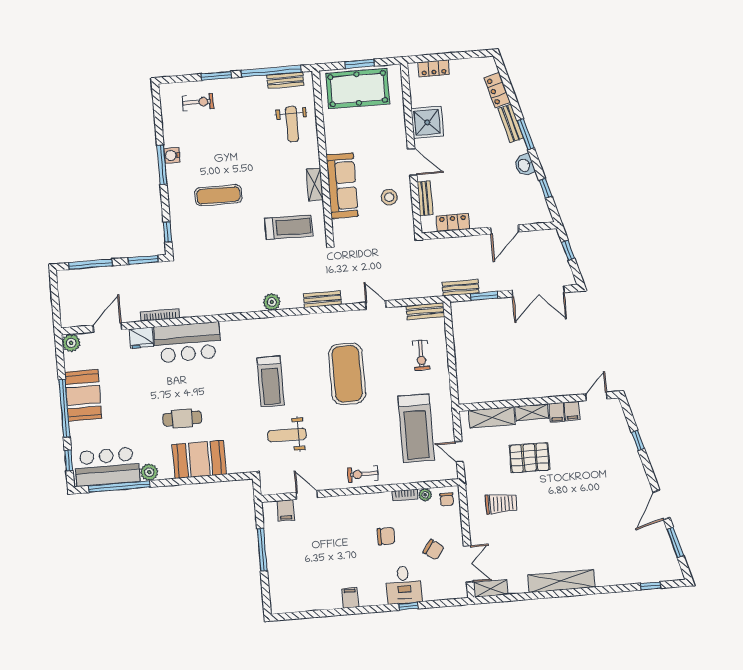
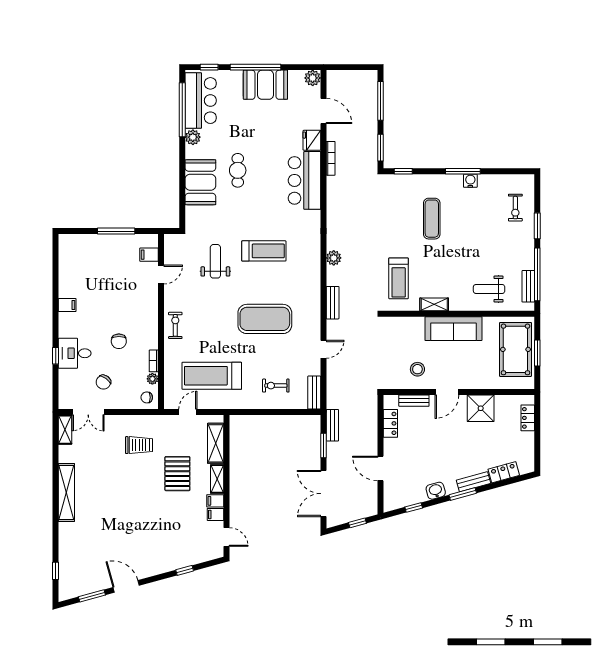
sofa: (342, 186) -> (453, 329), moved
treadmill: (271, 381) -> (264, 251), turned 180
trolley: (501, 504) -> (139, 445), turned -90

